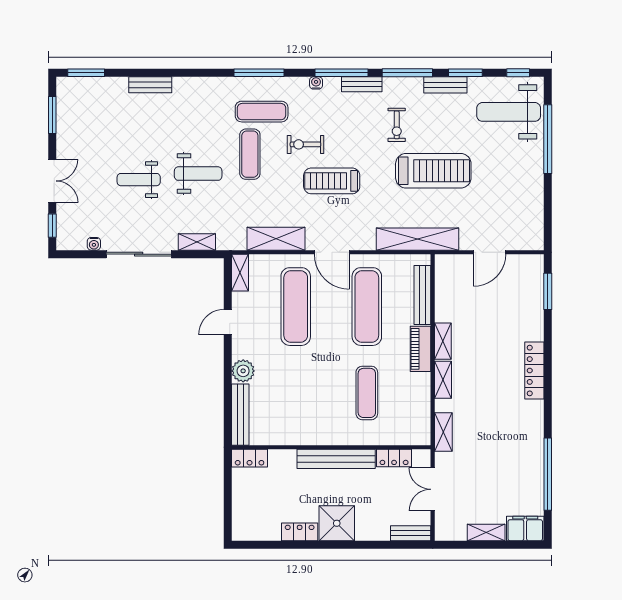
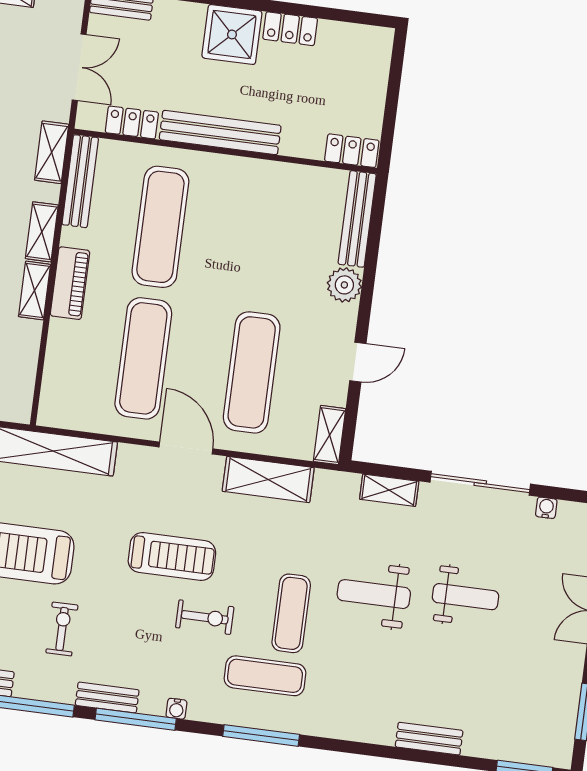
bench: (422, 295) -> (80, 181), moved
exercise mat: (367, 393) -> (160, 227), width x1.36, depth x1.45

